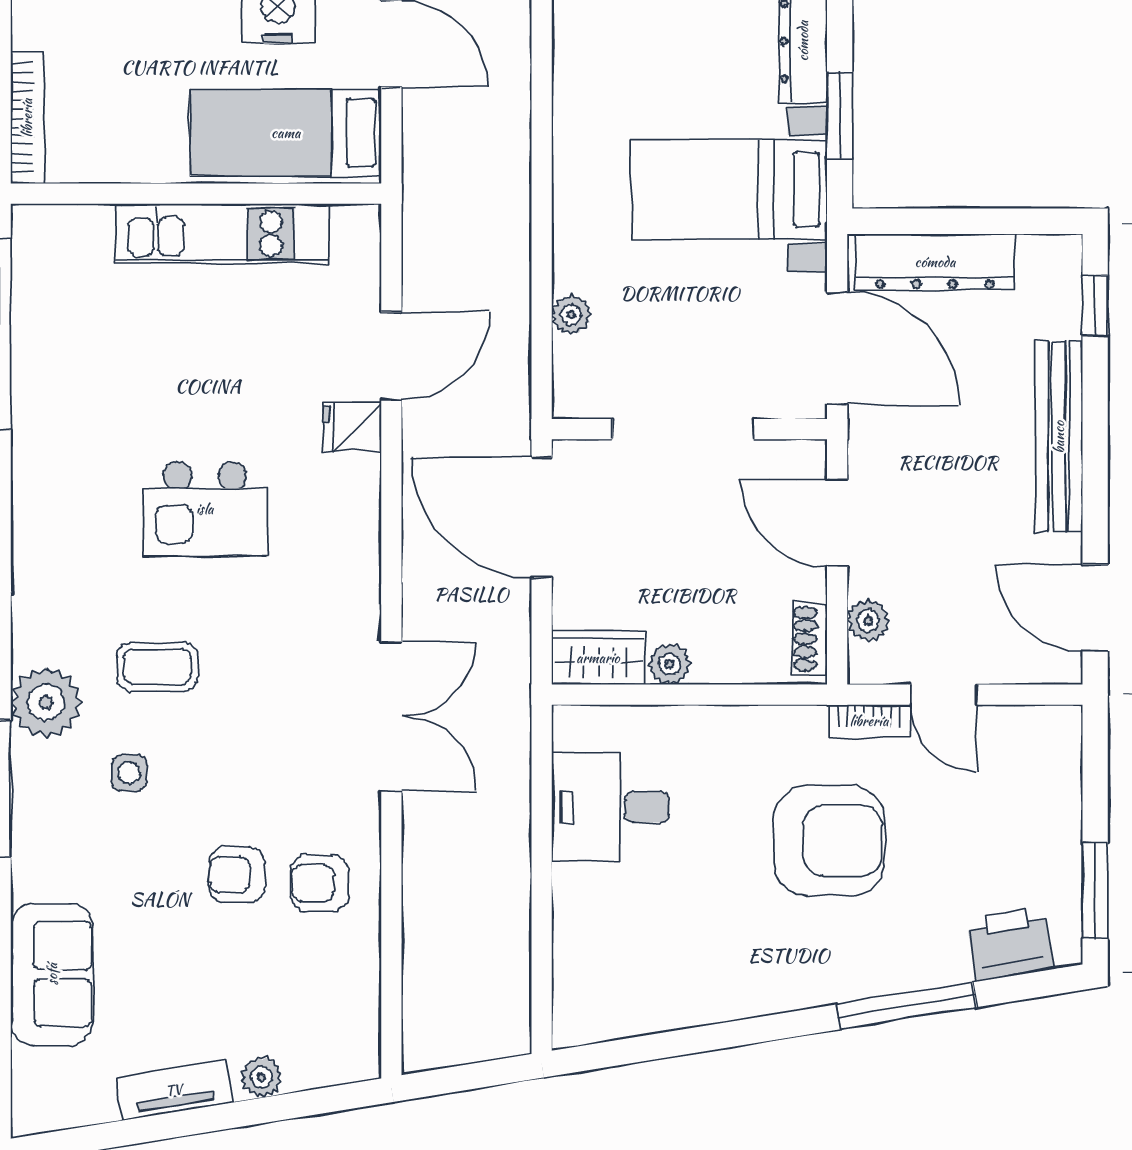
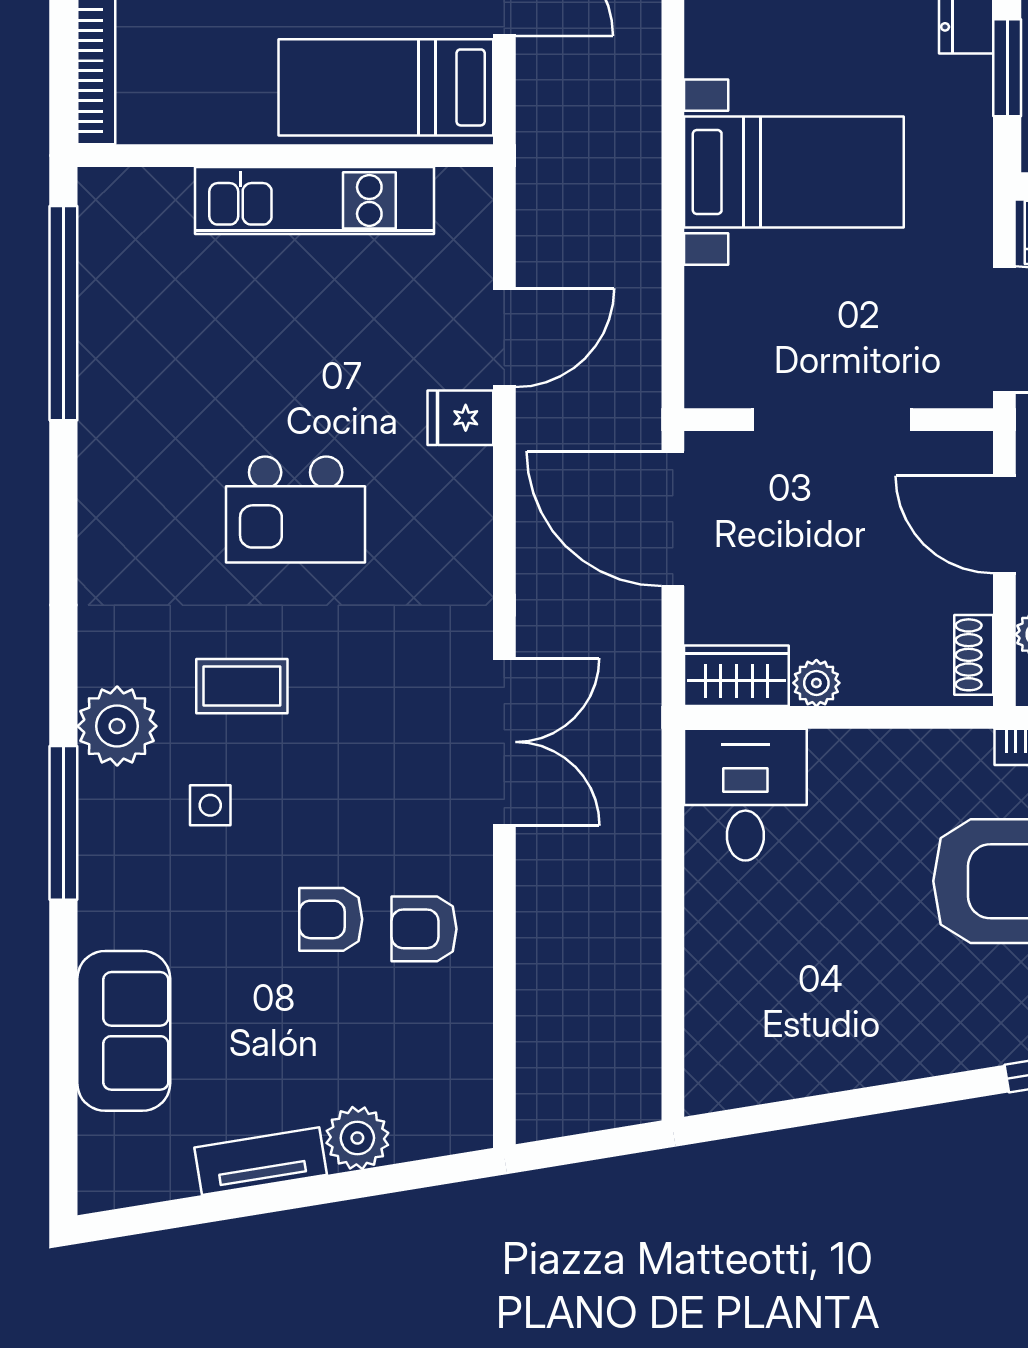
bed with nightstands: (729, 189) -> (794, 172), moved, turned 180
plant: (571, 315) -> (706, 291), removed
desk: (610, 807) -> (745, 795), moved, turned 90
plant: (261, 1077) -> (357, 1138), width x1.38, depth x1.38

